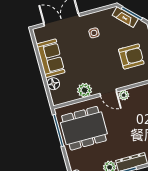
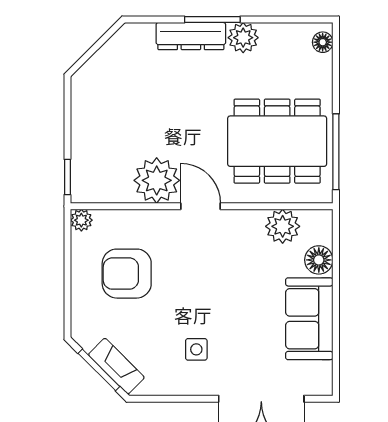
plant: (85, 90) -> (283, 226), moved
plant: (124, 95) -> (157, 180), width x1.88, depth x1.88

